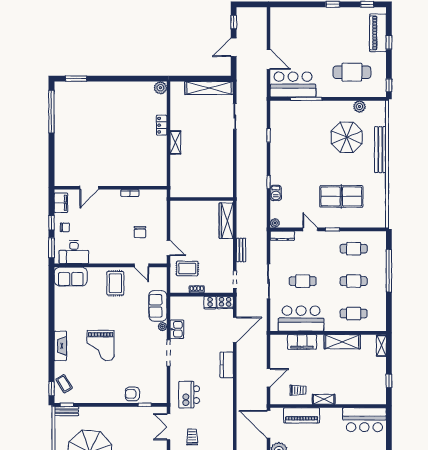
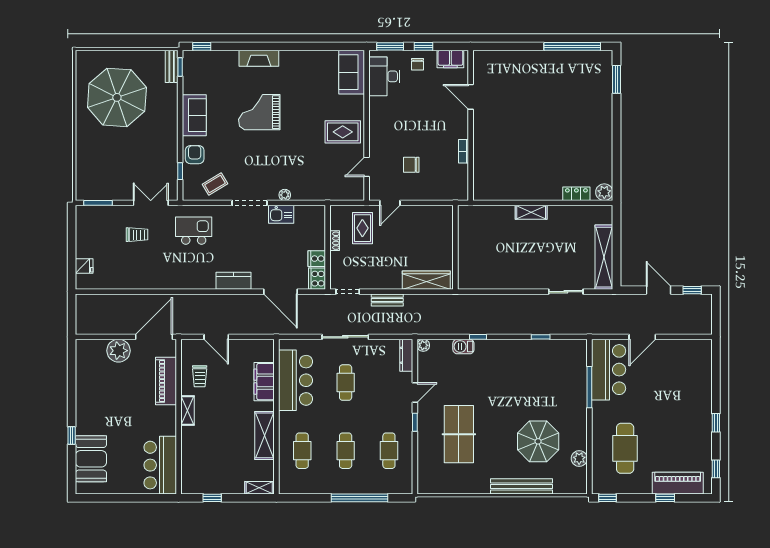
locker: (162, 125) -> (576, 194), moved
sofa: (158, 306) -> (194, 115), moved, turned 90
coffee table: (64, 384) -> (215, 184), moved

